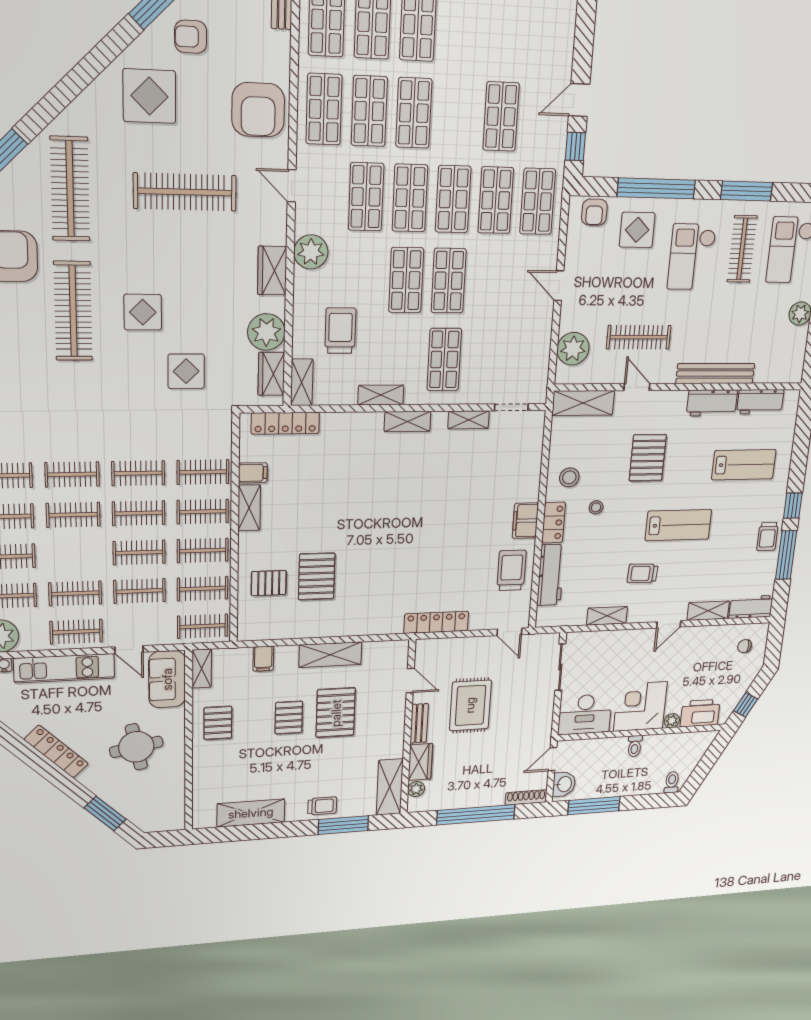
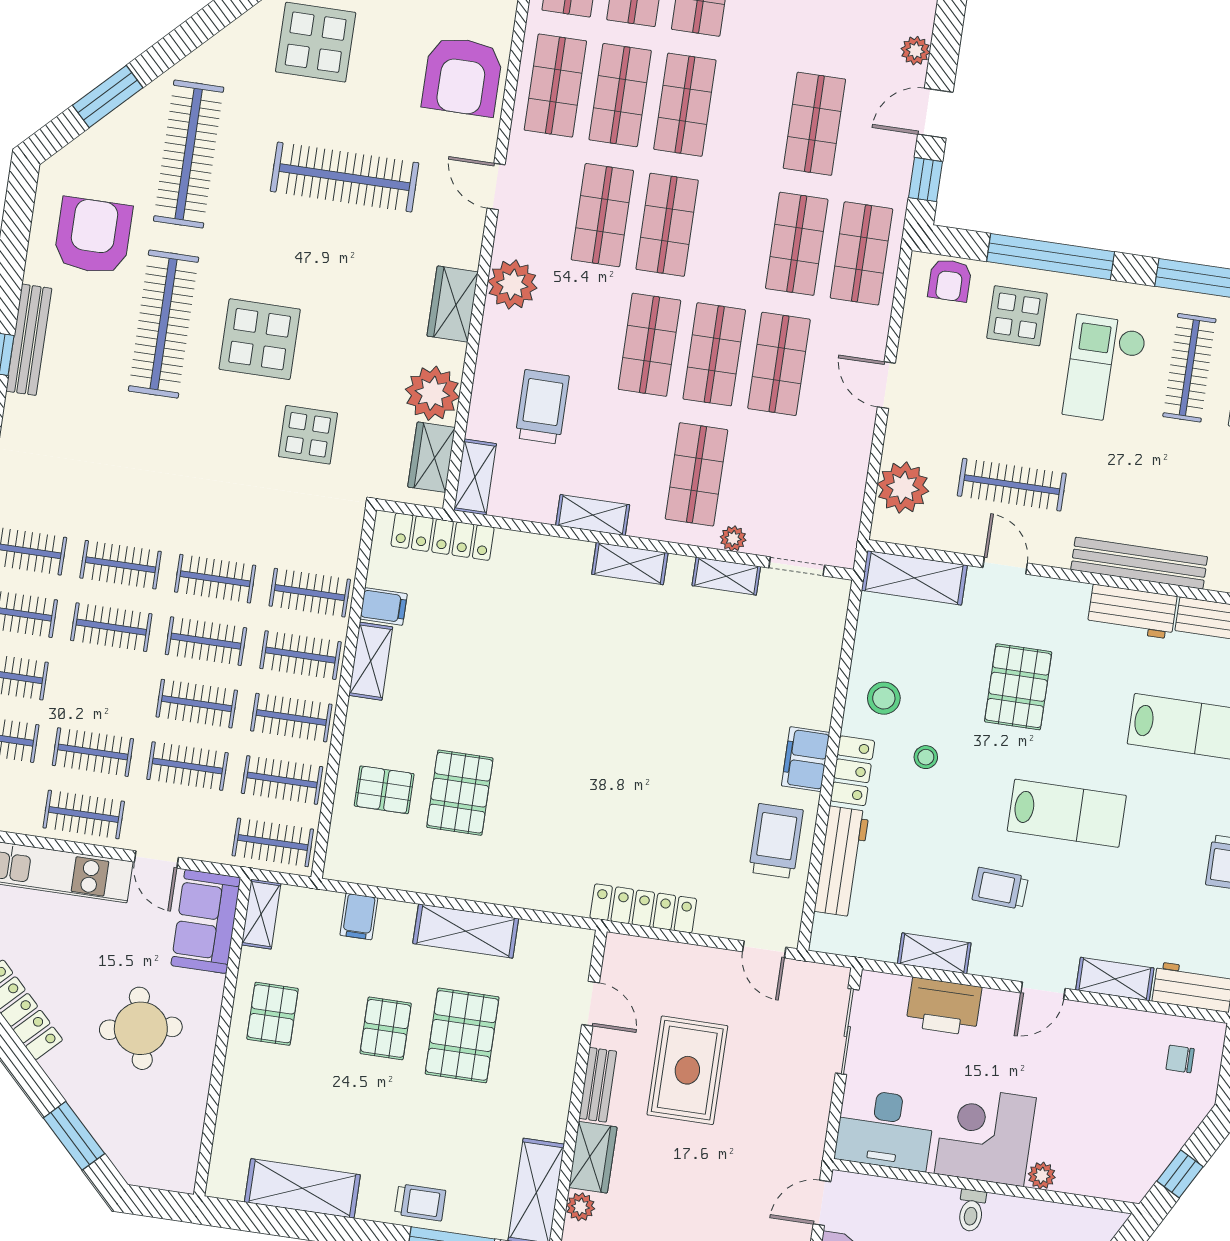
plant: (564, 58) -> (916, 51), added
shop shelf: (453, 199) -> (779, 364), moved
display table: (143, 312) -> (260, 339), width x1.36, depth x1.36
plant: (471, 396) -> (733, 538), added
printer: (700, 713) -> (944, 1007), moved, turned 180

